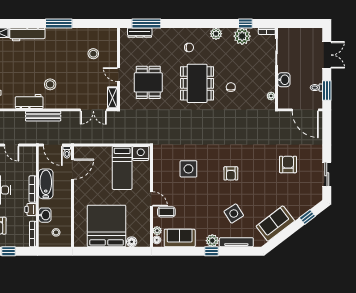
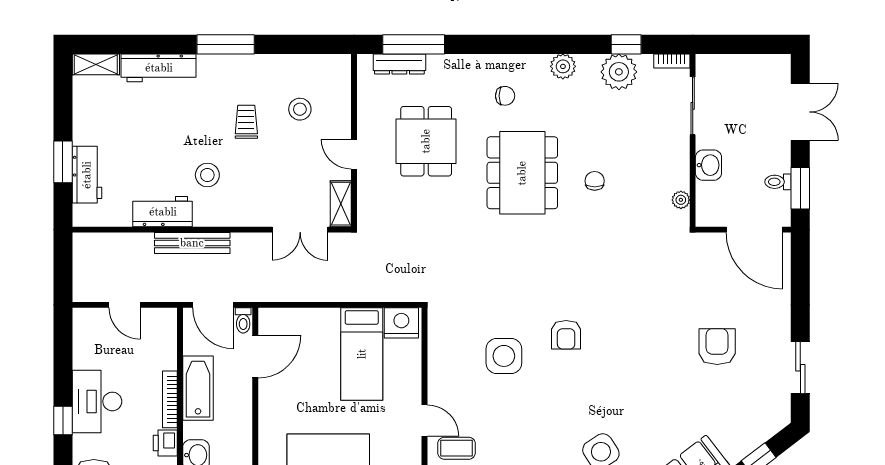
trolley: (68, 60) -> (246, 122), added
dining table: (148, 82) -> (426, 141), moved
armchair: (231, 173) -> (566, 335), moved

